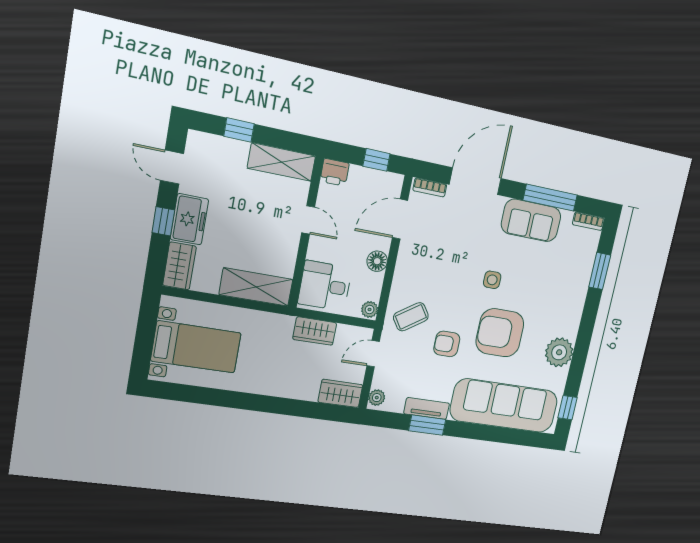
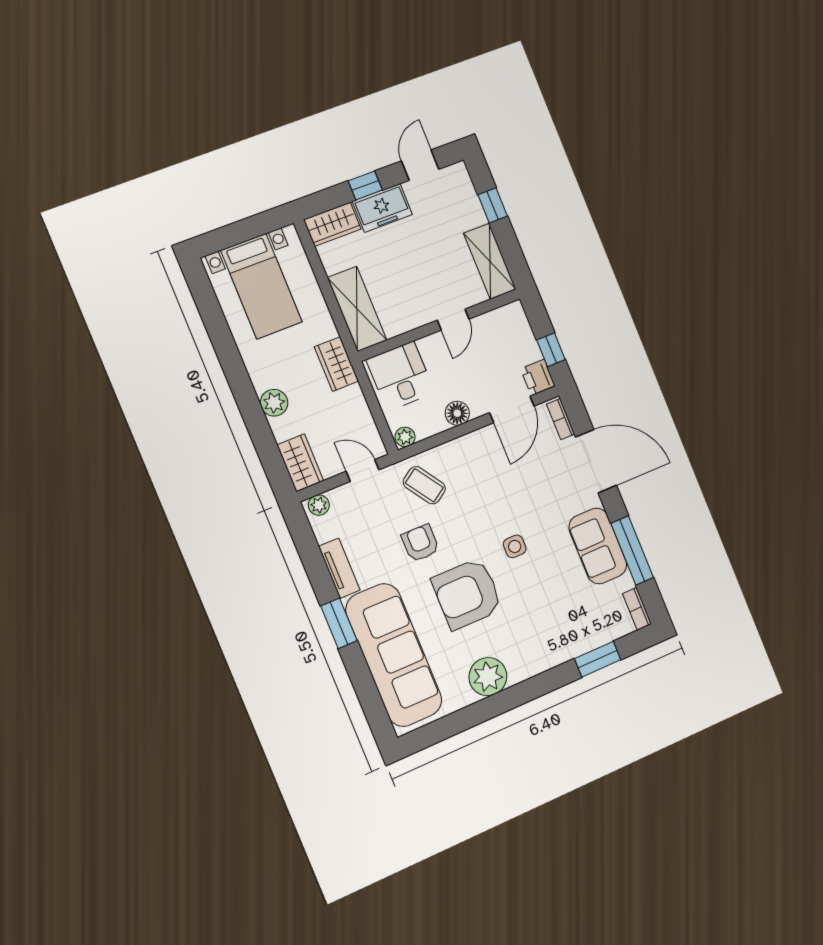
printer: (335, 172) -> (538, 377), moved
door: (400, 219) -> (512, 409), swing flipped
wardrobe: (315, 331) -> (336, 364), moved
armchair: (500, 333) -> (467, 594), turned -90
plant: (287, 387) -> (274, 403), added
window: (568, 408) -> (435, 732), removed
window: (427, 425) -> (339, 623), moved

